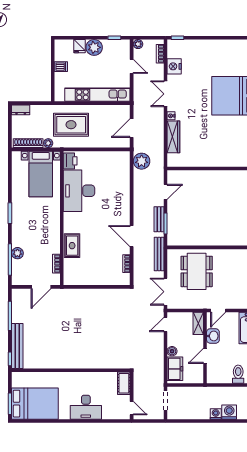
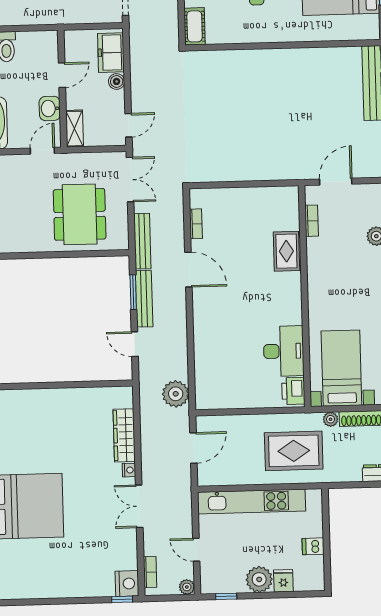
nightstand: (174, 66) -> (127, 584), moved
double door: (166, 94) -> (139, 506), swing flipped
desk: (79, 191) -> (284, 351), width x0.73, depth x0.77
door: (166, 192) -> (135, 344), hinge flipped
bench: (159, 219) -> (144, 299), width x1.36

